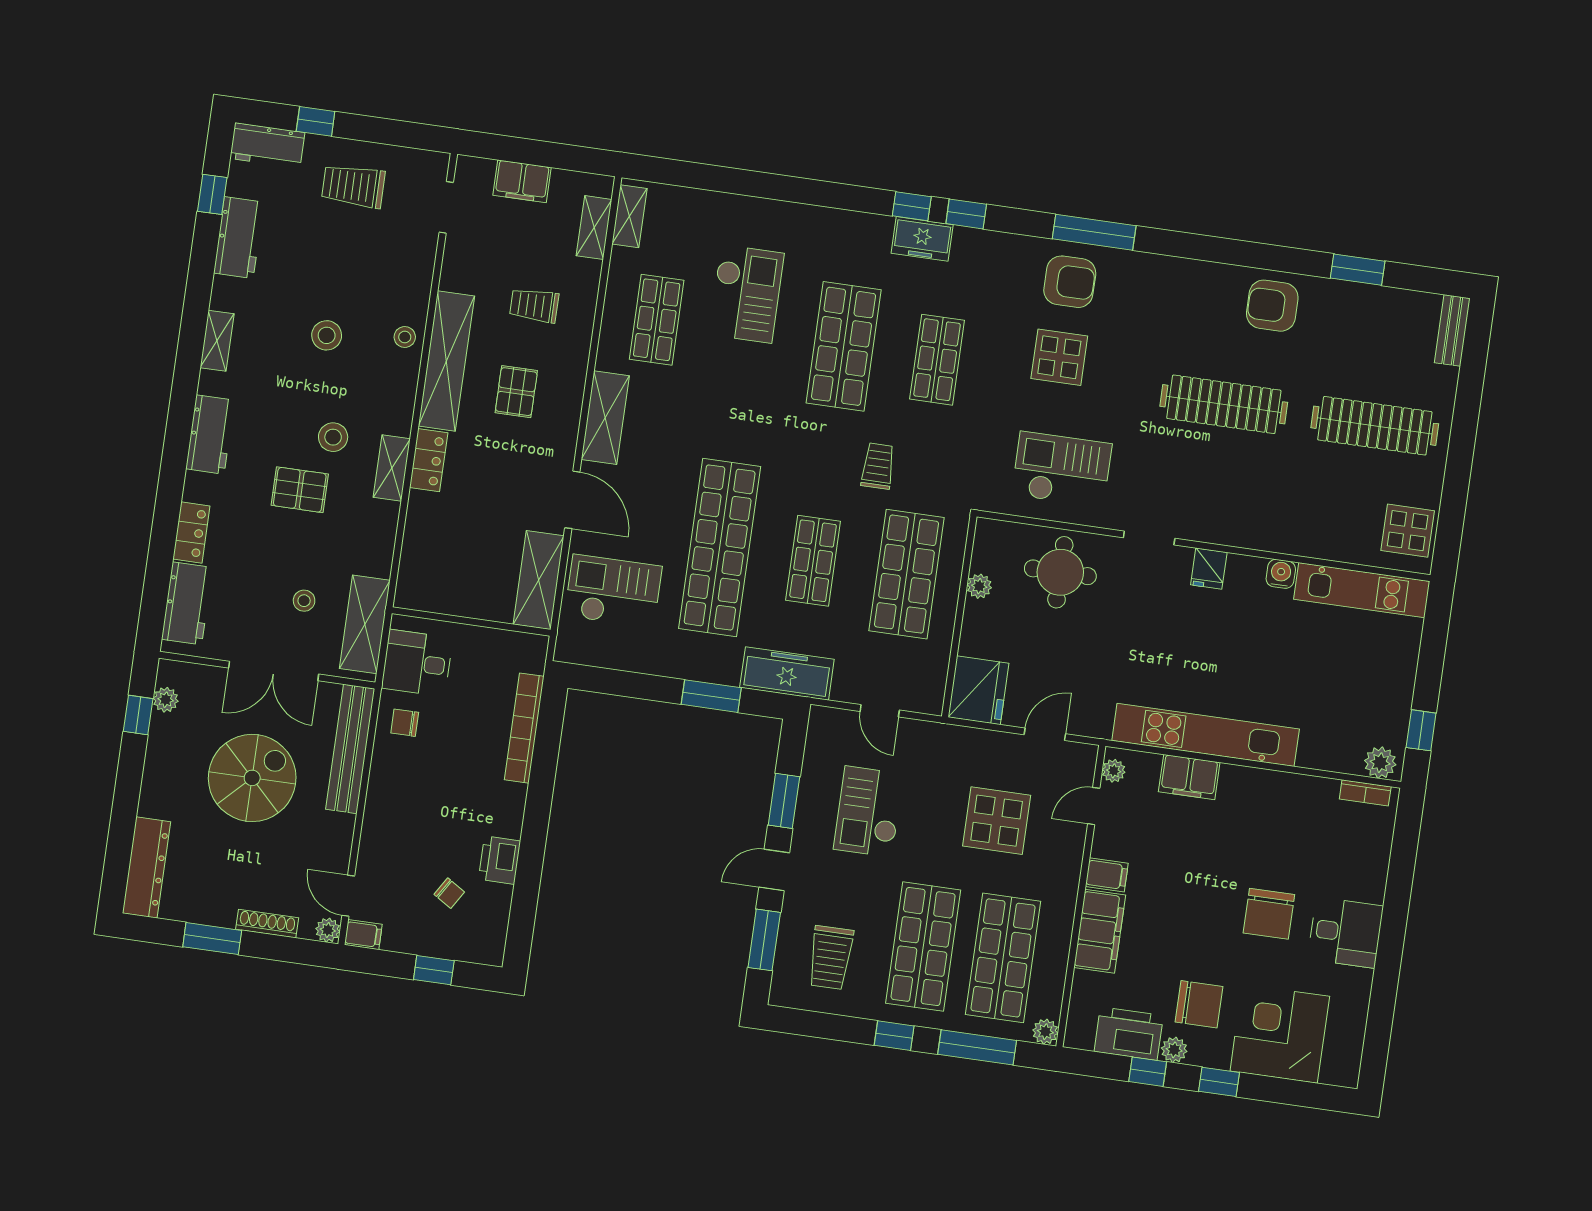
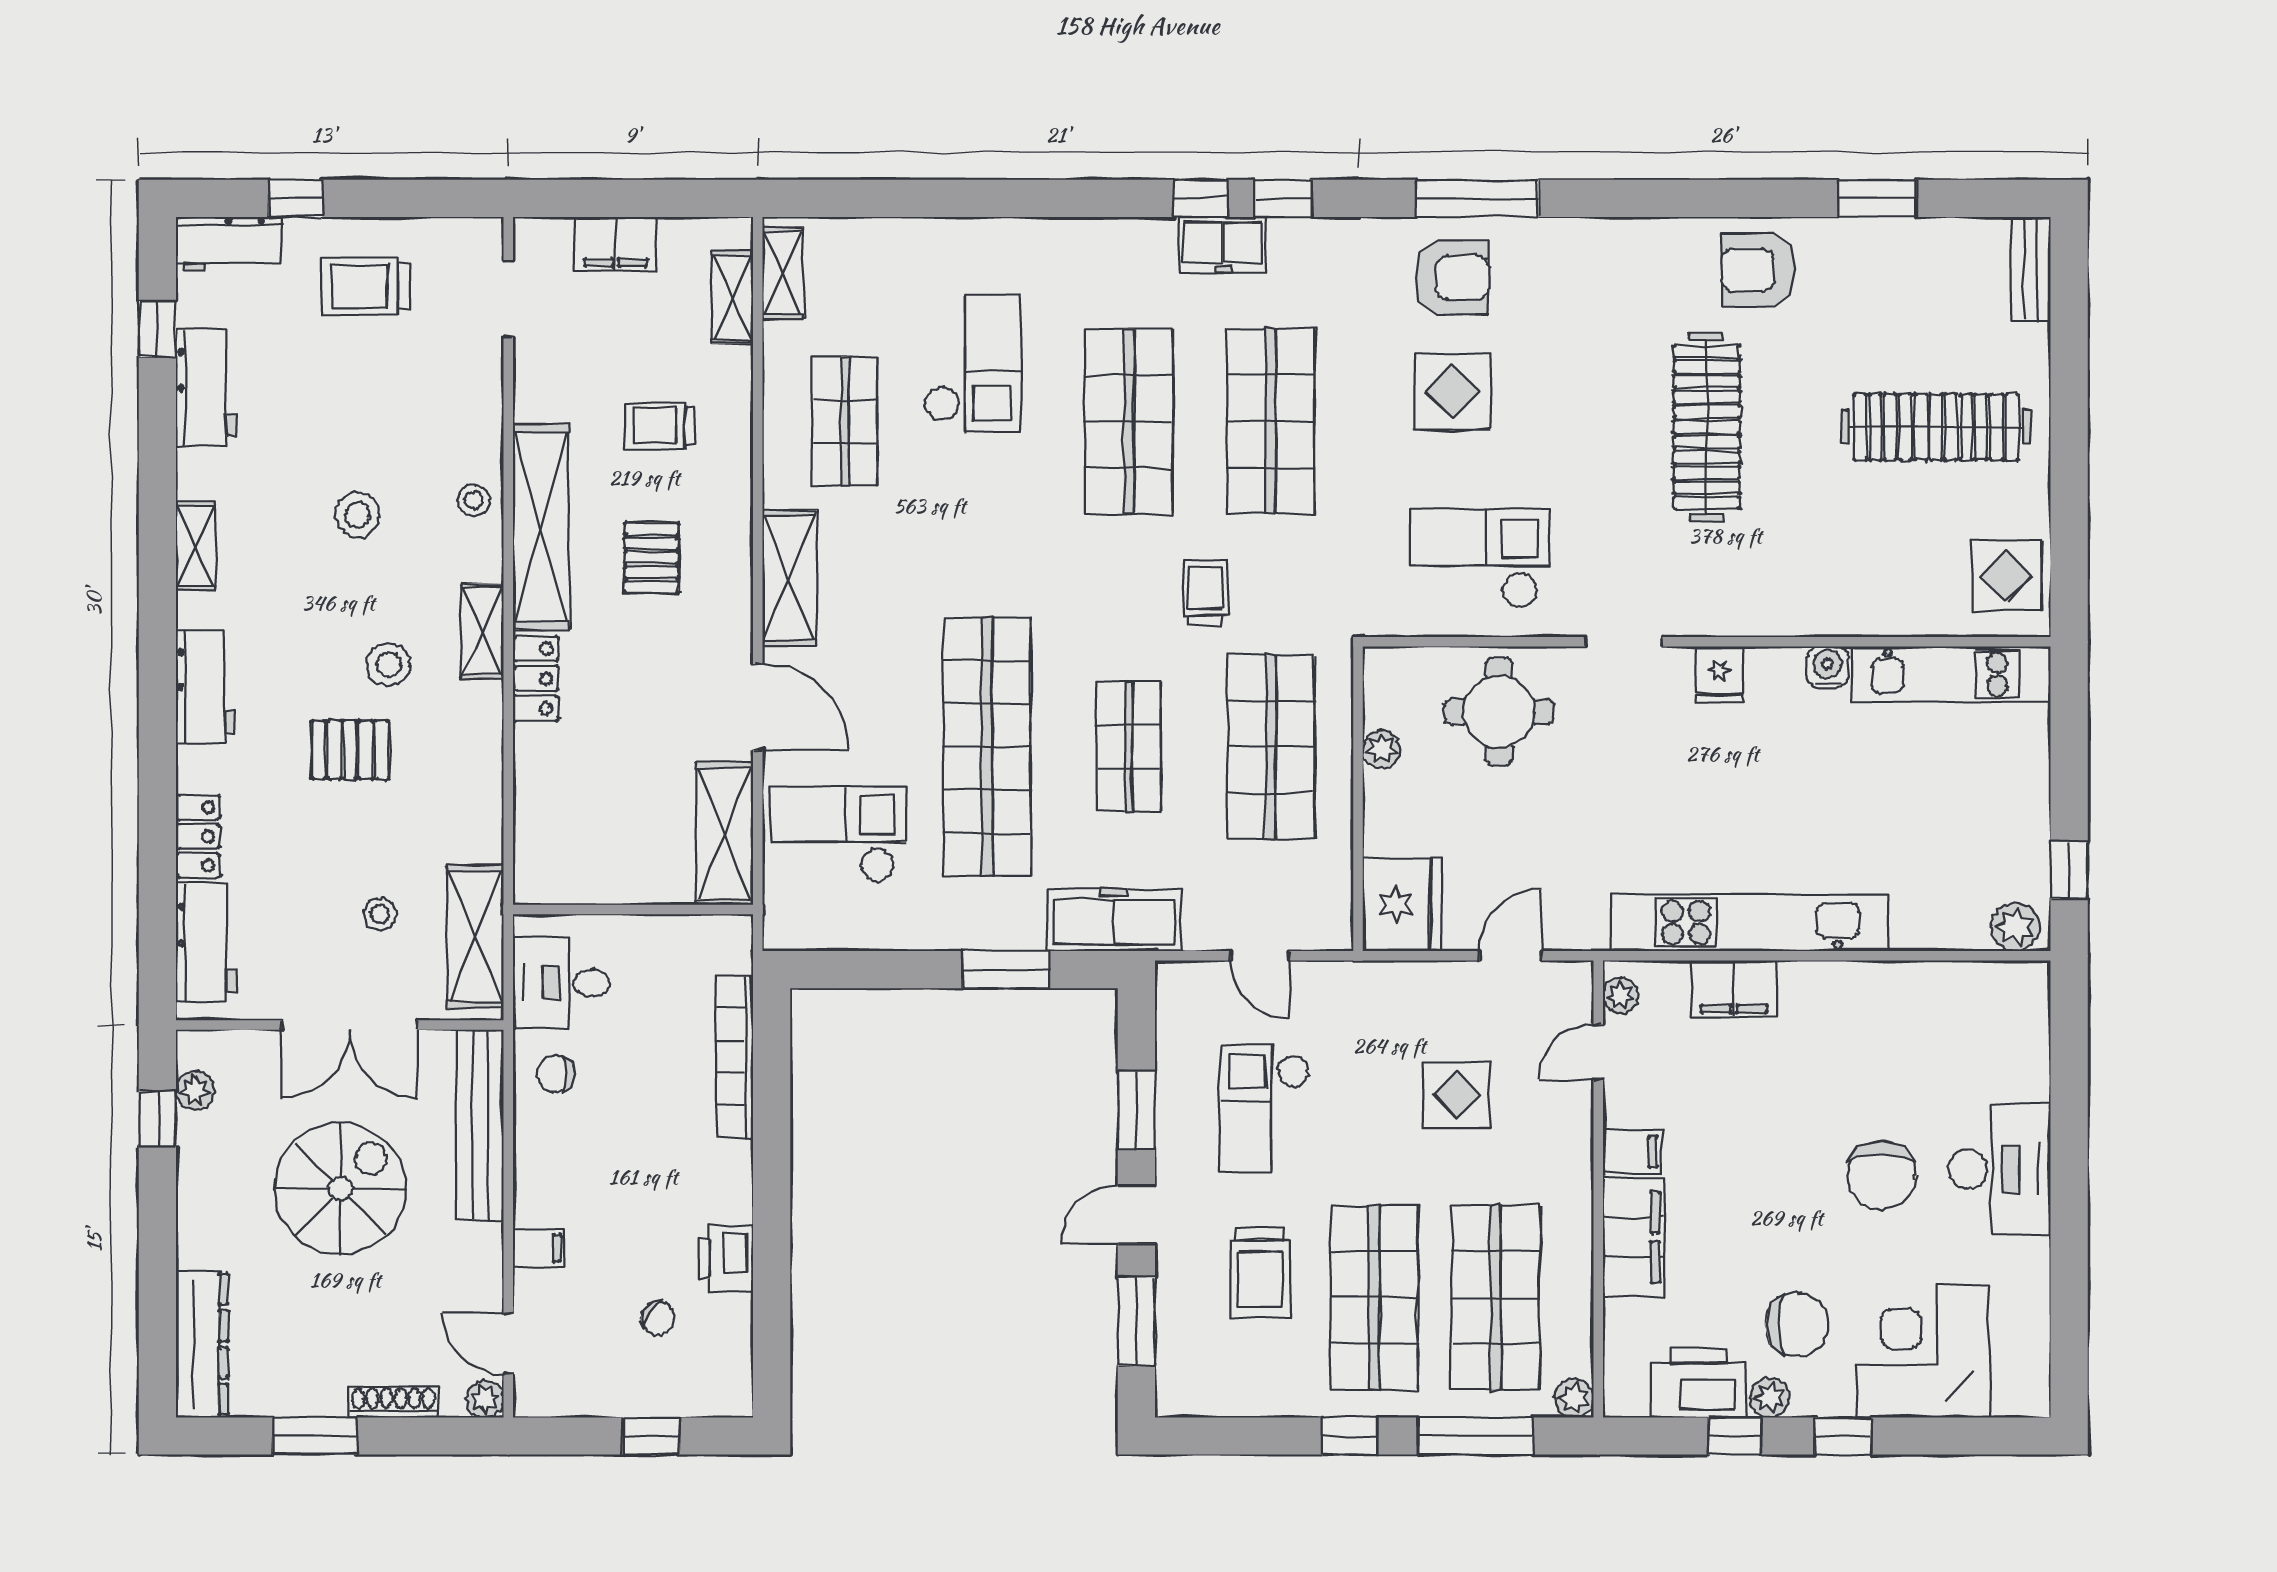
shop shelf: (937, 360) -> (1271, 421), width x1.43, depth x1.36
clothes rail: (1224, 404) -> (1707, 427), turned 90
shelving: (392, 468) -> (482, 631), moved
bookcase: (1365, 793) -> (1999, 975), removed
display table: (997, 821) -> (1457, 1095), width x0.73, depth x0.73
desk: (1345, 932) -> (1999, 1169), width x1.37
filing cabinet: (363, 935) -> (539, 1248), moved
trolley: (831, 958) -> (1260, 1273), moved

